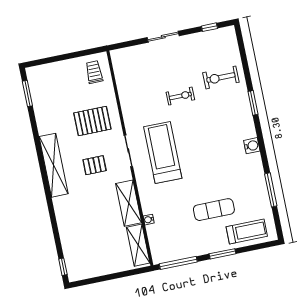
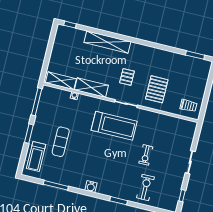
shelving: (54, 165) -> (107, 42), moved

